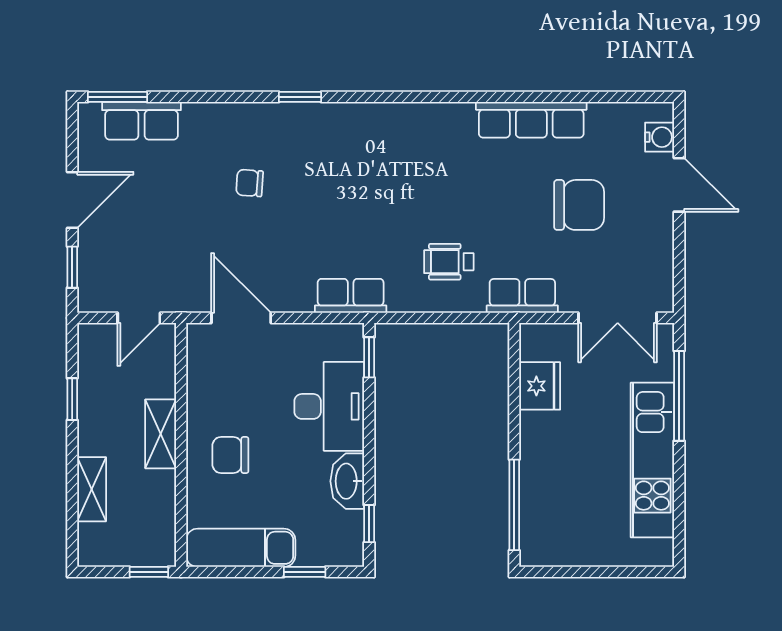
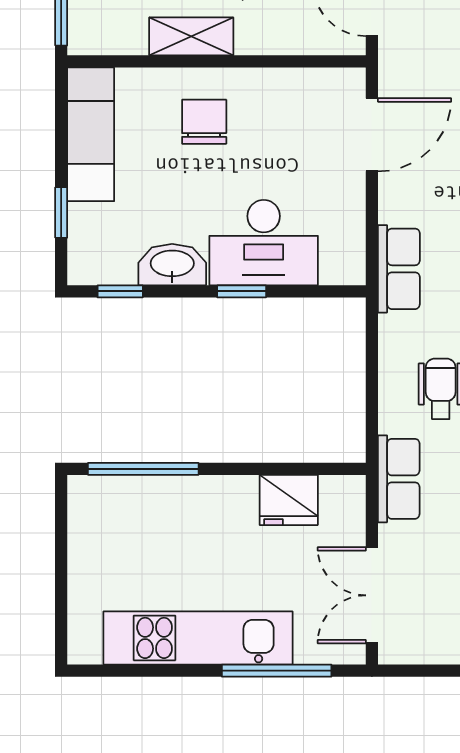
window: (369, 357) -> (242, 291), moved
shelving: (161, 434) -> (191, 36), moved

